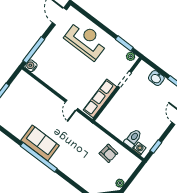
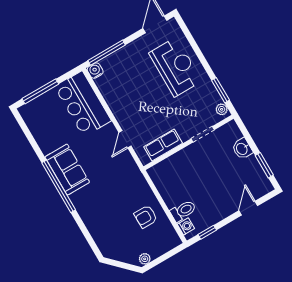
bar counter: (32, 93) -> (83, 104), added
row of seats: (100, 98) -> (163, 145), width x0.68
armchair: (108, 153) -> (146, 217), turned 83

